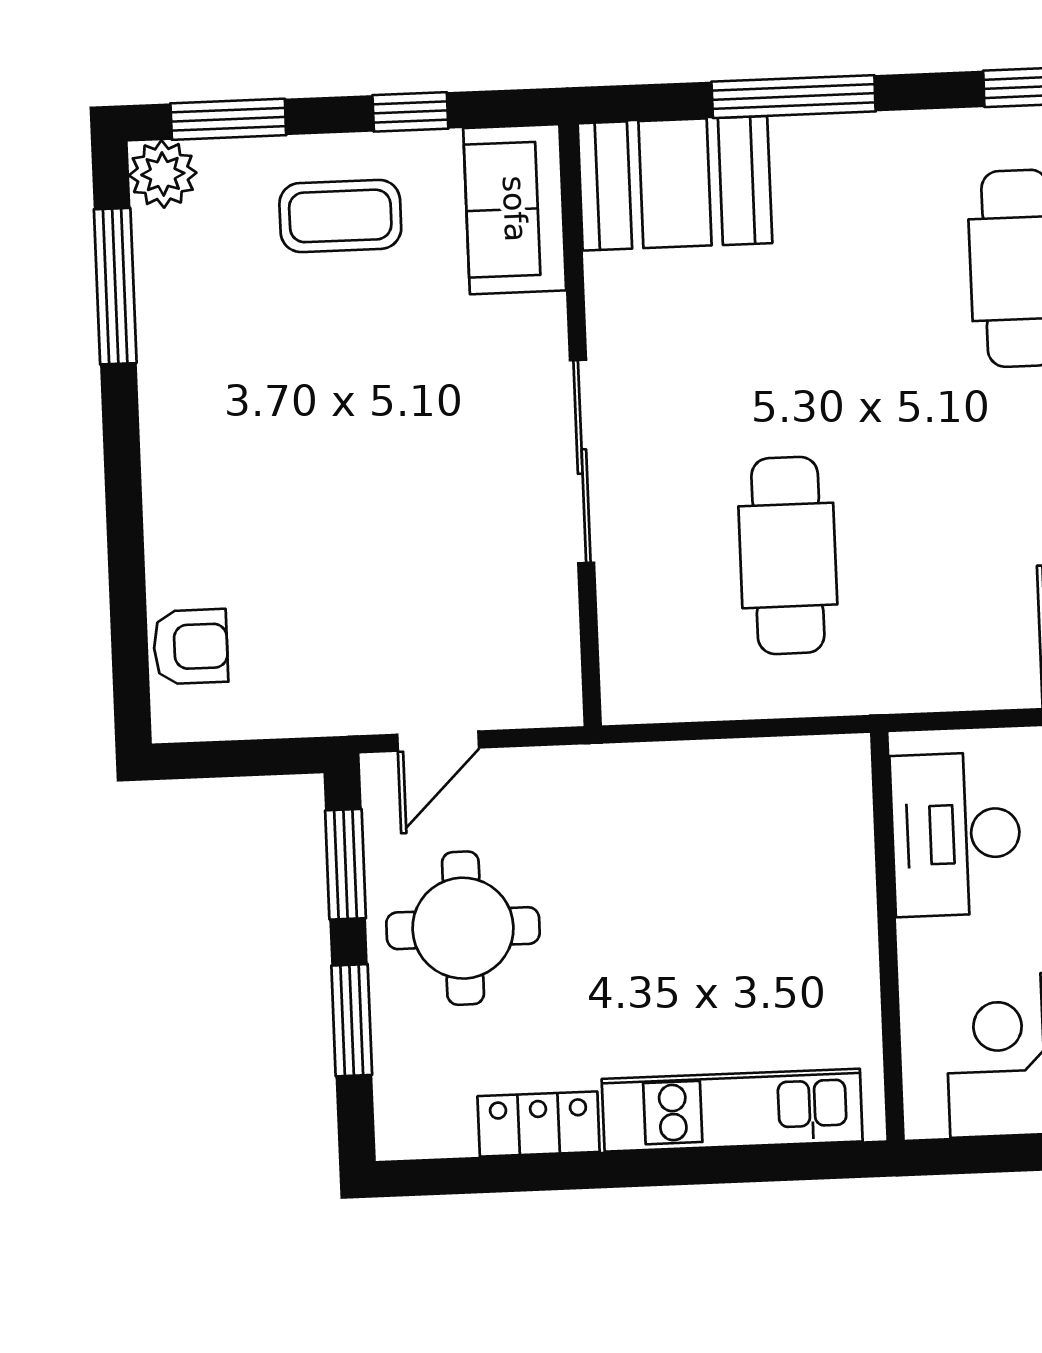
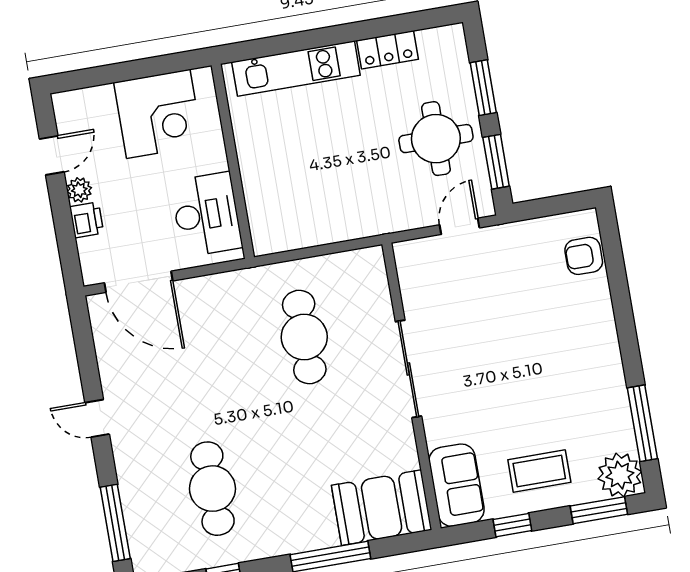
plant: (163, 174) -> (620, 475), width x1.36, depth x1.36

